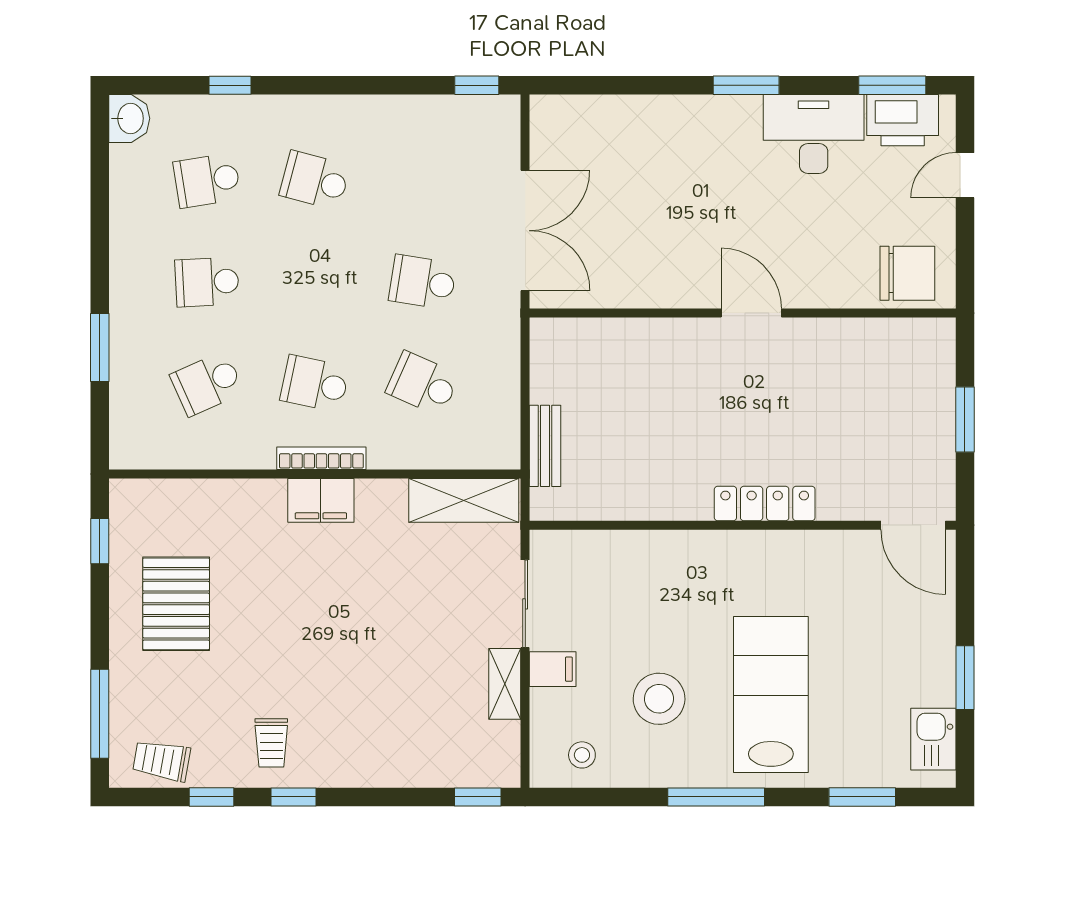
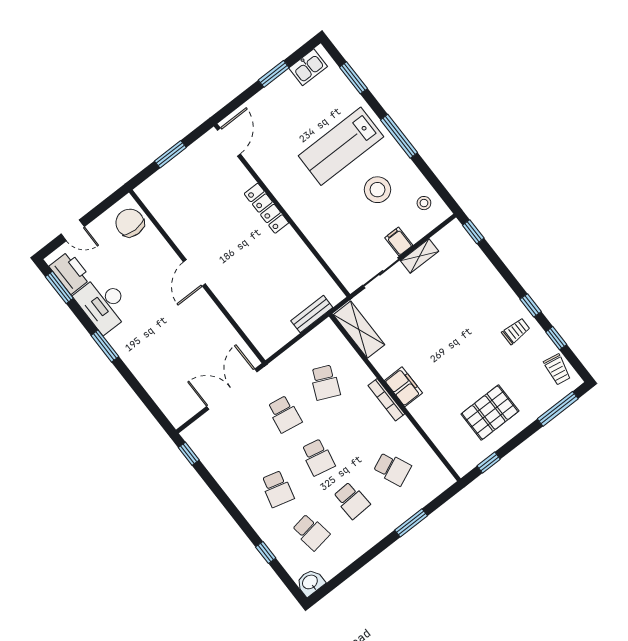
school desk: (315, 384) -> (318, 457), moved

